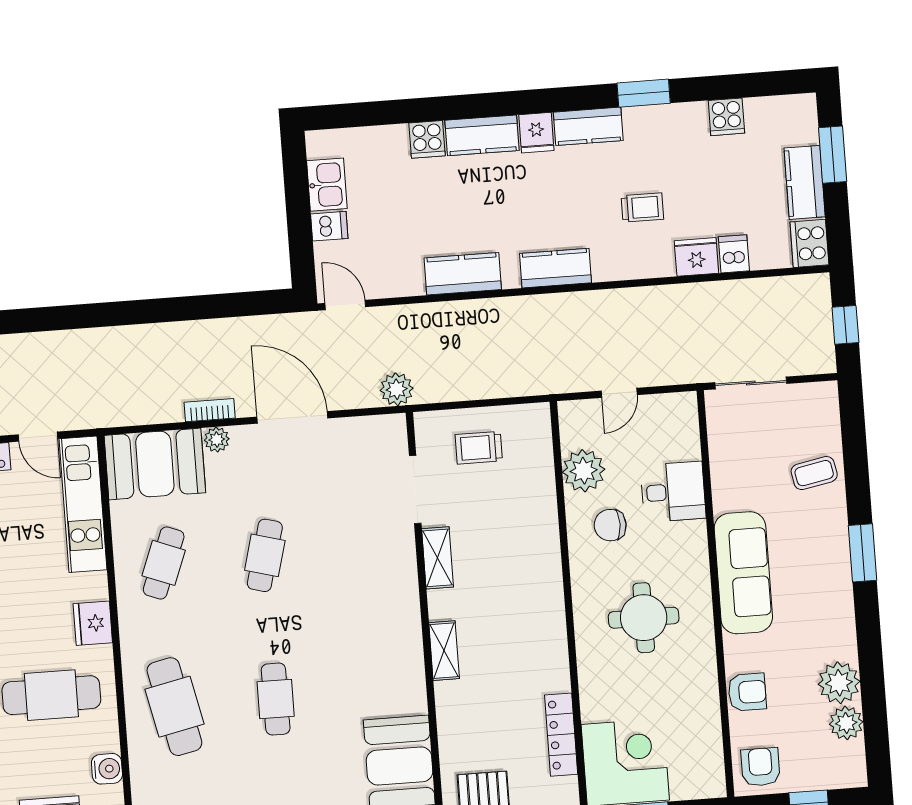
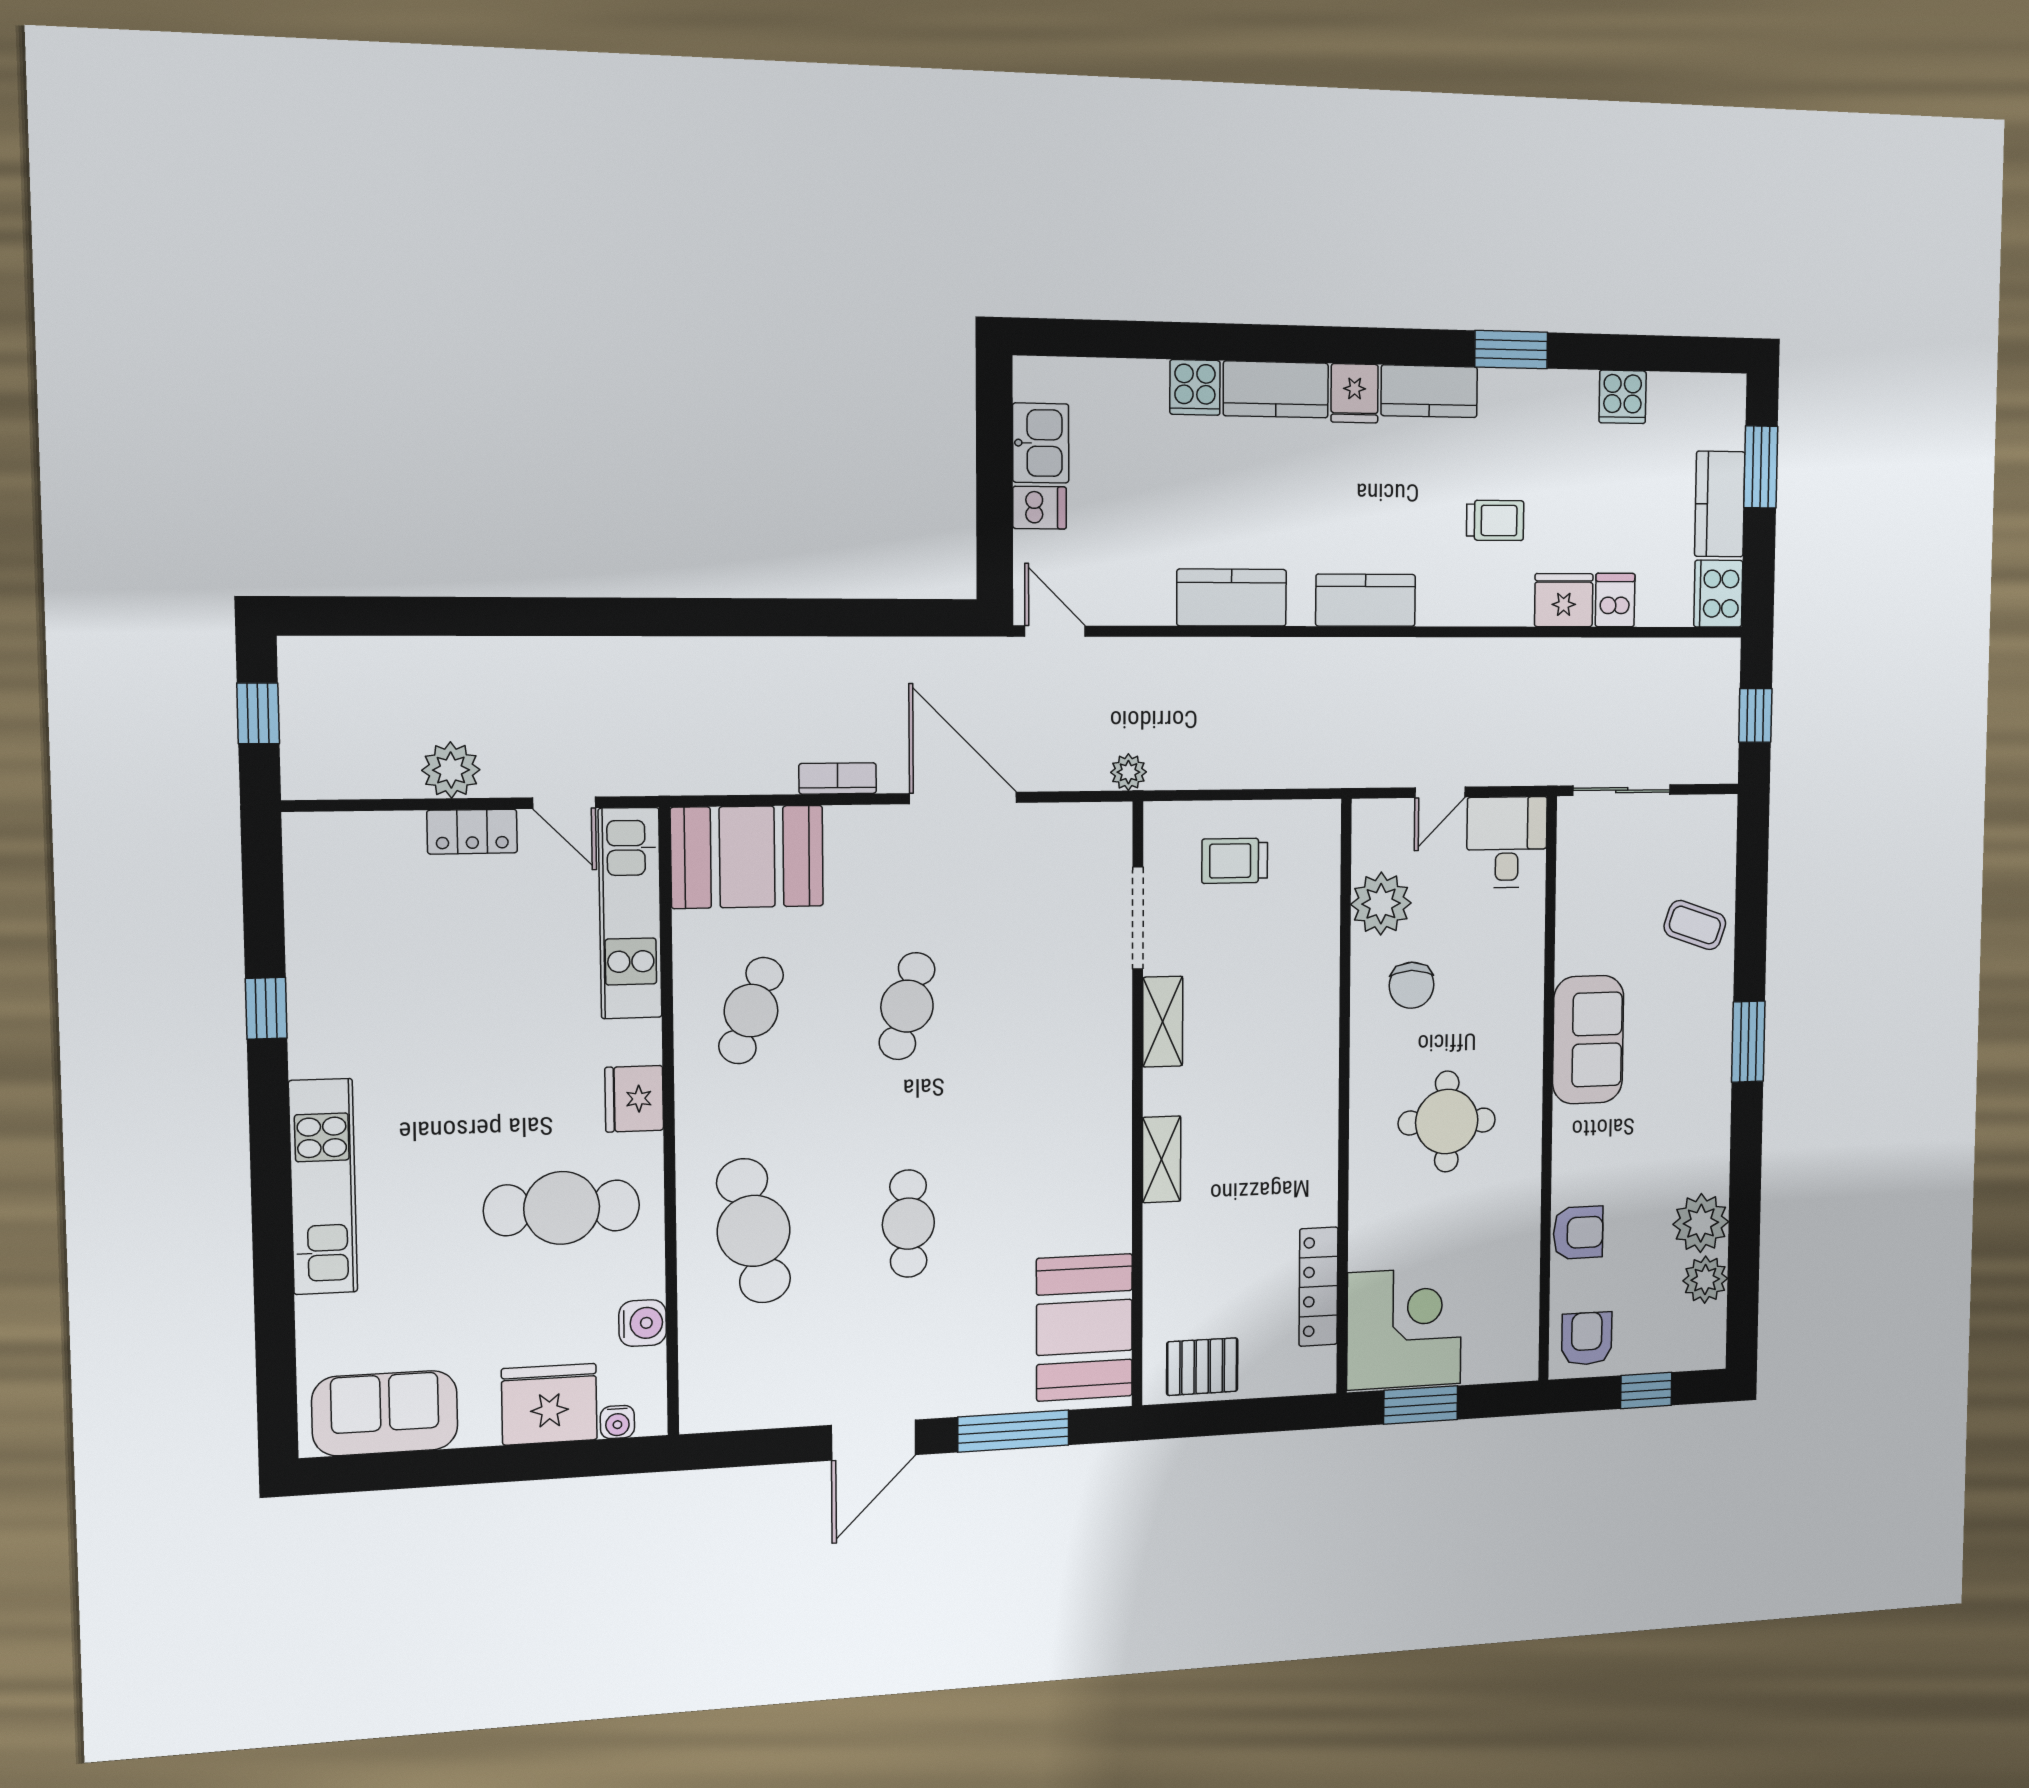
plant: (397, 389) -> (1128, 772), width x0.73, depth x0.73
plant: (217, 440) -> (846, 825), removed
coffee table: (814, 473) -> (1695, 925), turned 30
desk: (673, 492) -> (1507, 842), moved, turned -90
chair: (610, 525) -> (1412, 985), turned -90
sofa: (743, 573) -> (1588, 1040), width x0.73

